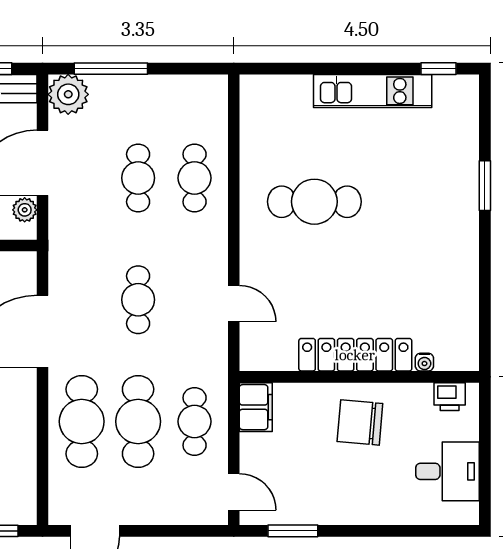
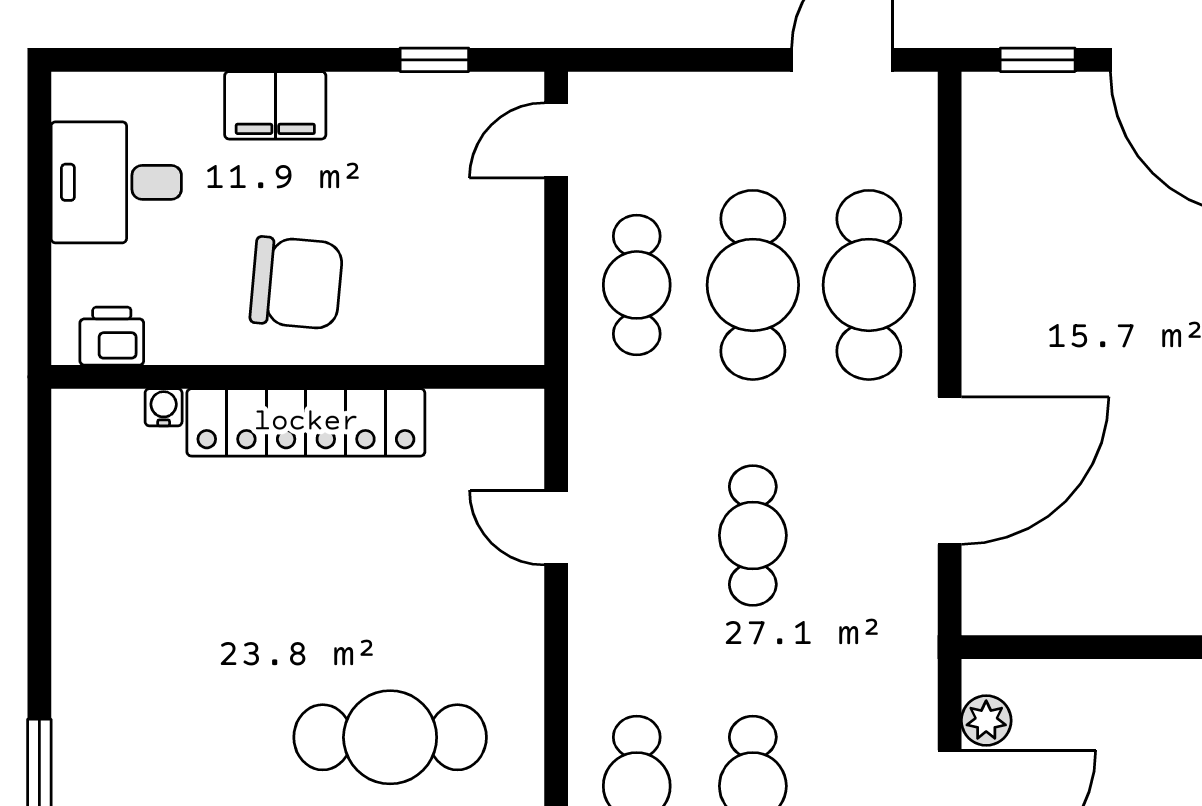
filing cabinet: (256, 407) -> (275, 105), moved, turned -90
door: (234, 492) -> (556, 140), hinge flipped
window: (293, 531) -> (434, 60), width x0.67

